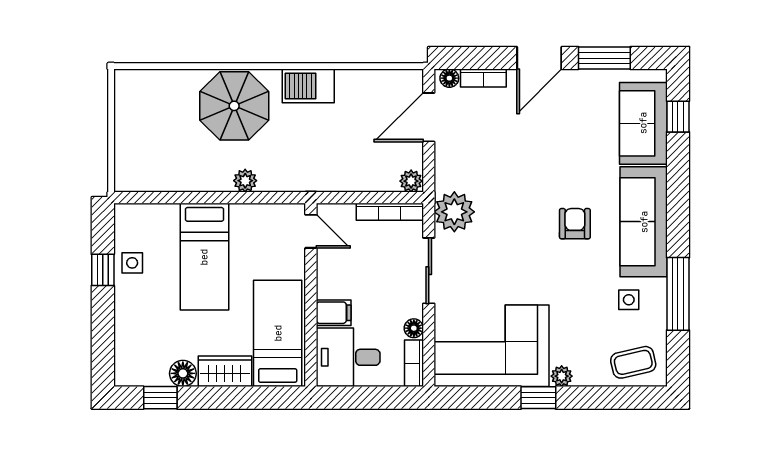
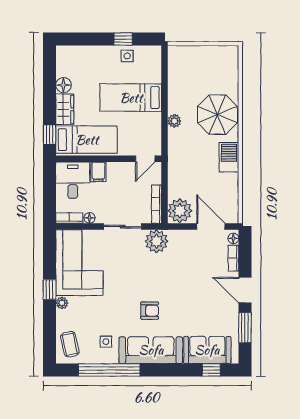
plant: (411, 181) -> (180, 211), width x1.87, depth x1.87
window: (678, 294) -> (109, 370), width x1.46
window: (160, 398) -> (50, 135), moved

